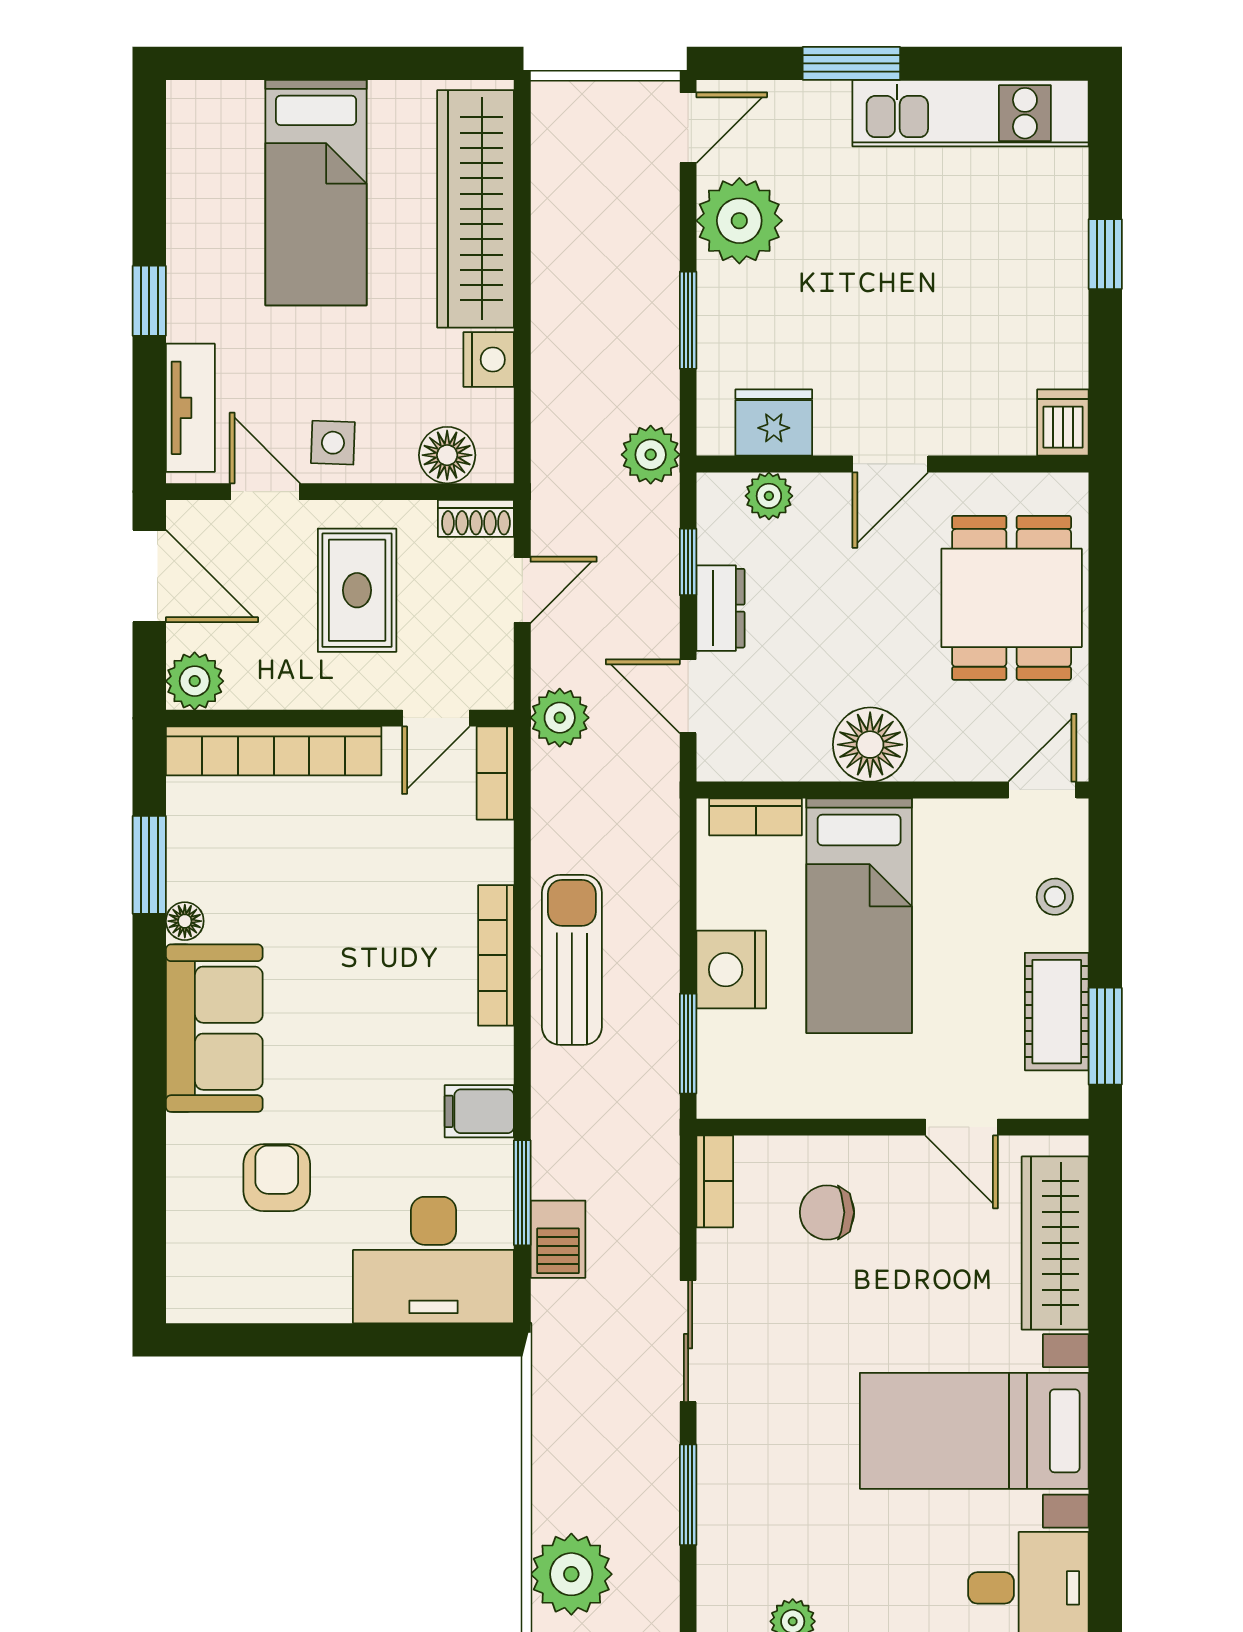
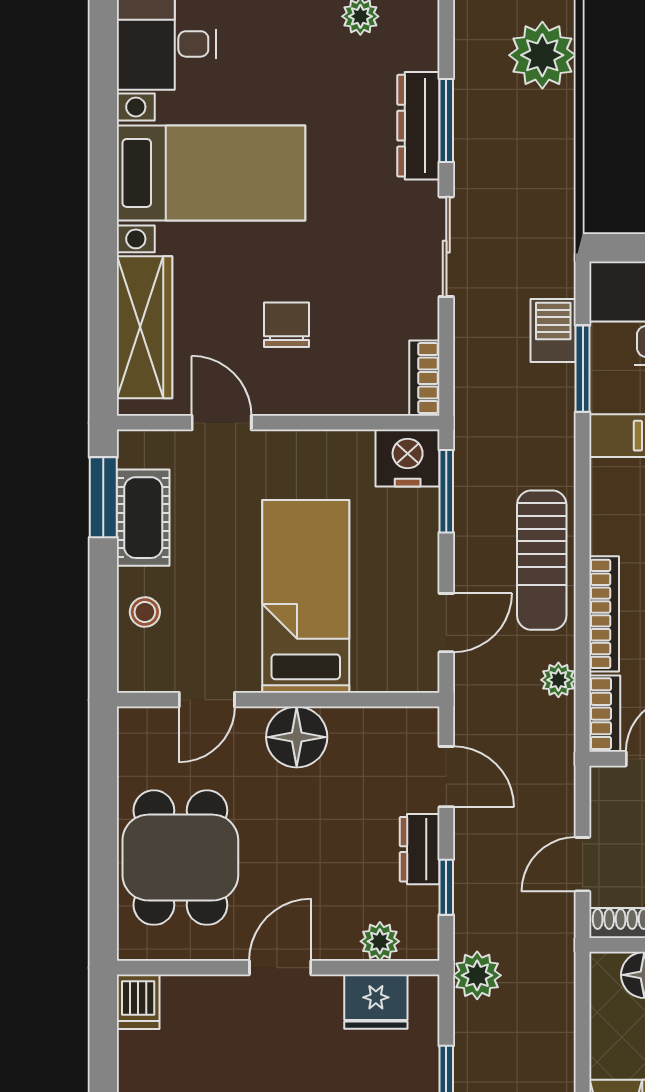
nightstand: (489, 360) -> (610, 1054), removed
plant: (560, 718) -> (558, 680), moved, width x0.73, depth x0.73
door: (1042, 790) -> (207, 700), moved
bookcase: (756, 817) -> (391, 678), removed
door: (688, 884) -> (446, 623), added
bookcase: (496, 955) -> (604, 614), moved
nightstand: (731, 970) -> (408, 458), moved, turned -90
chair: (827, 1212) -> (286, 325), moved, turned -90
dresser: (722, 1488) -> (418, 126), added

